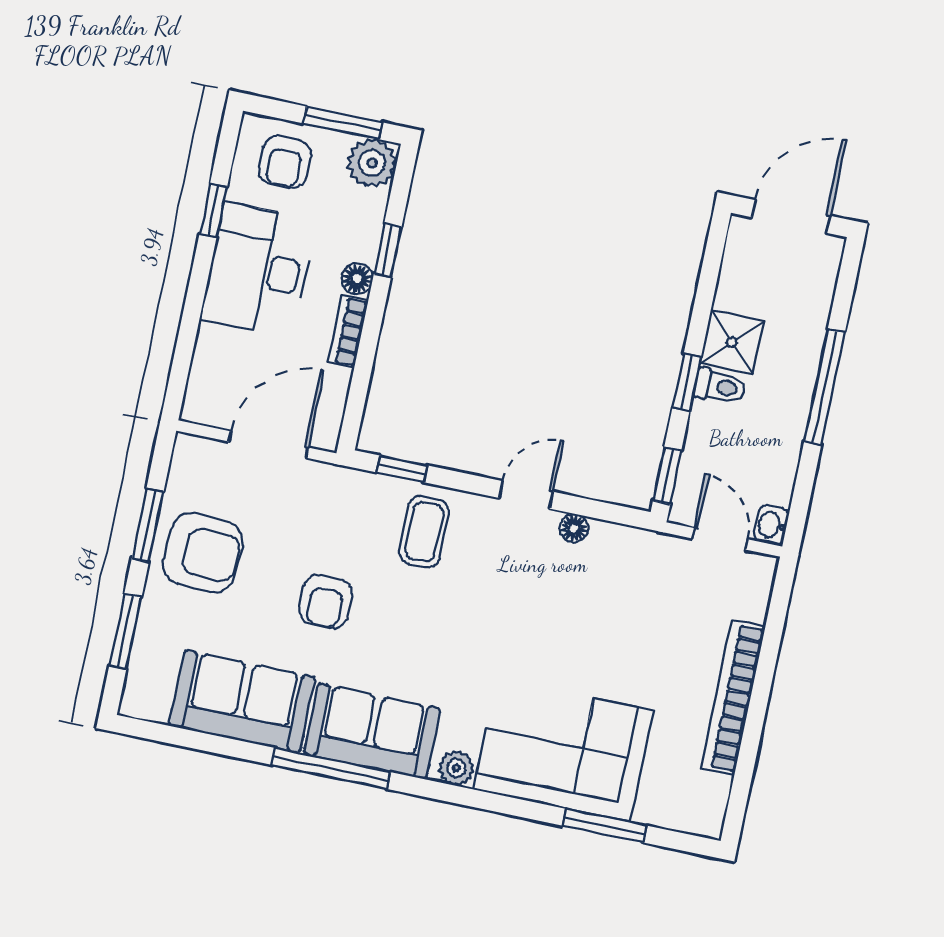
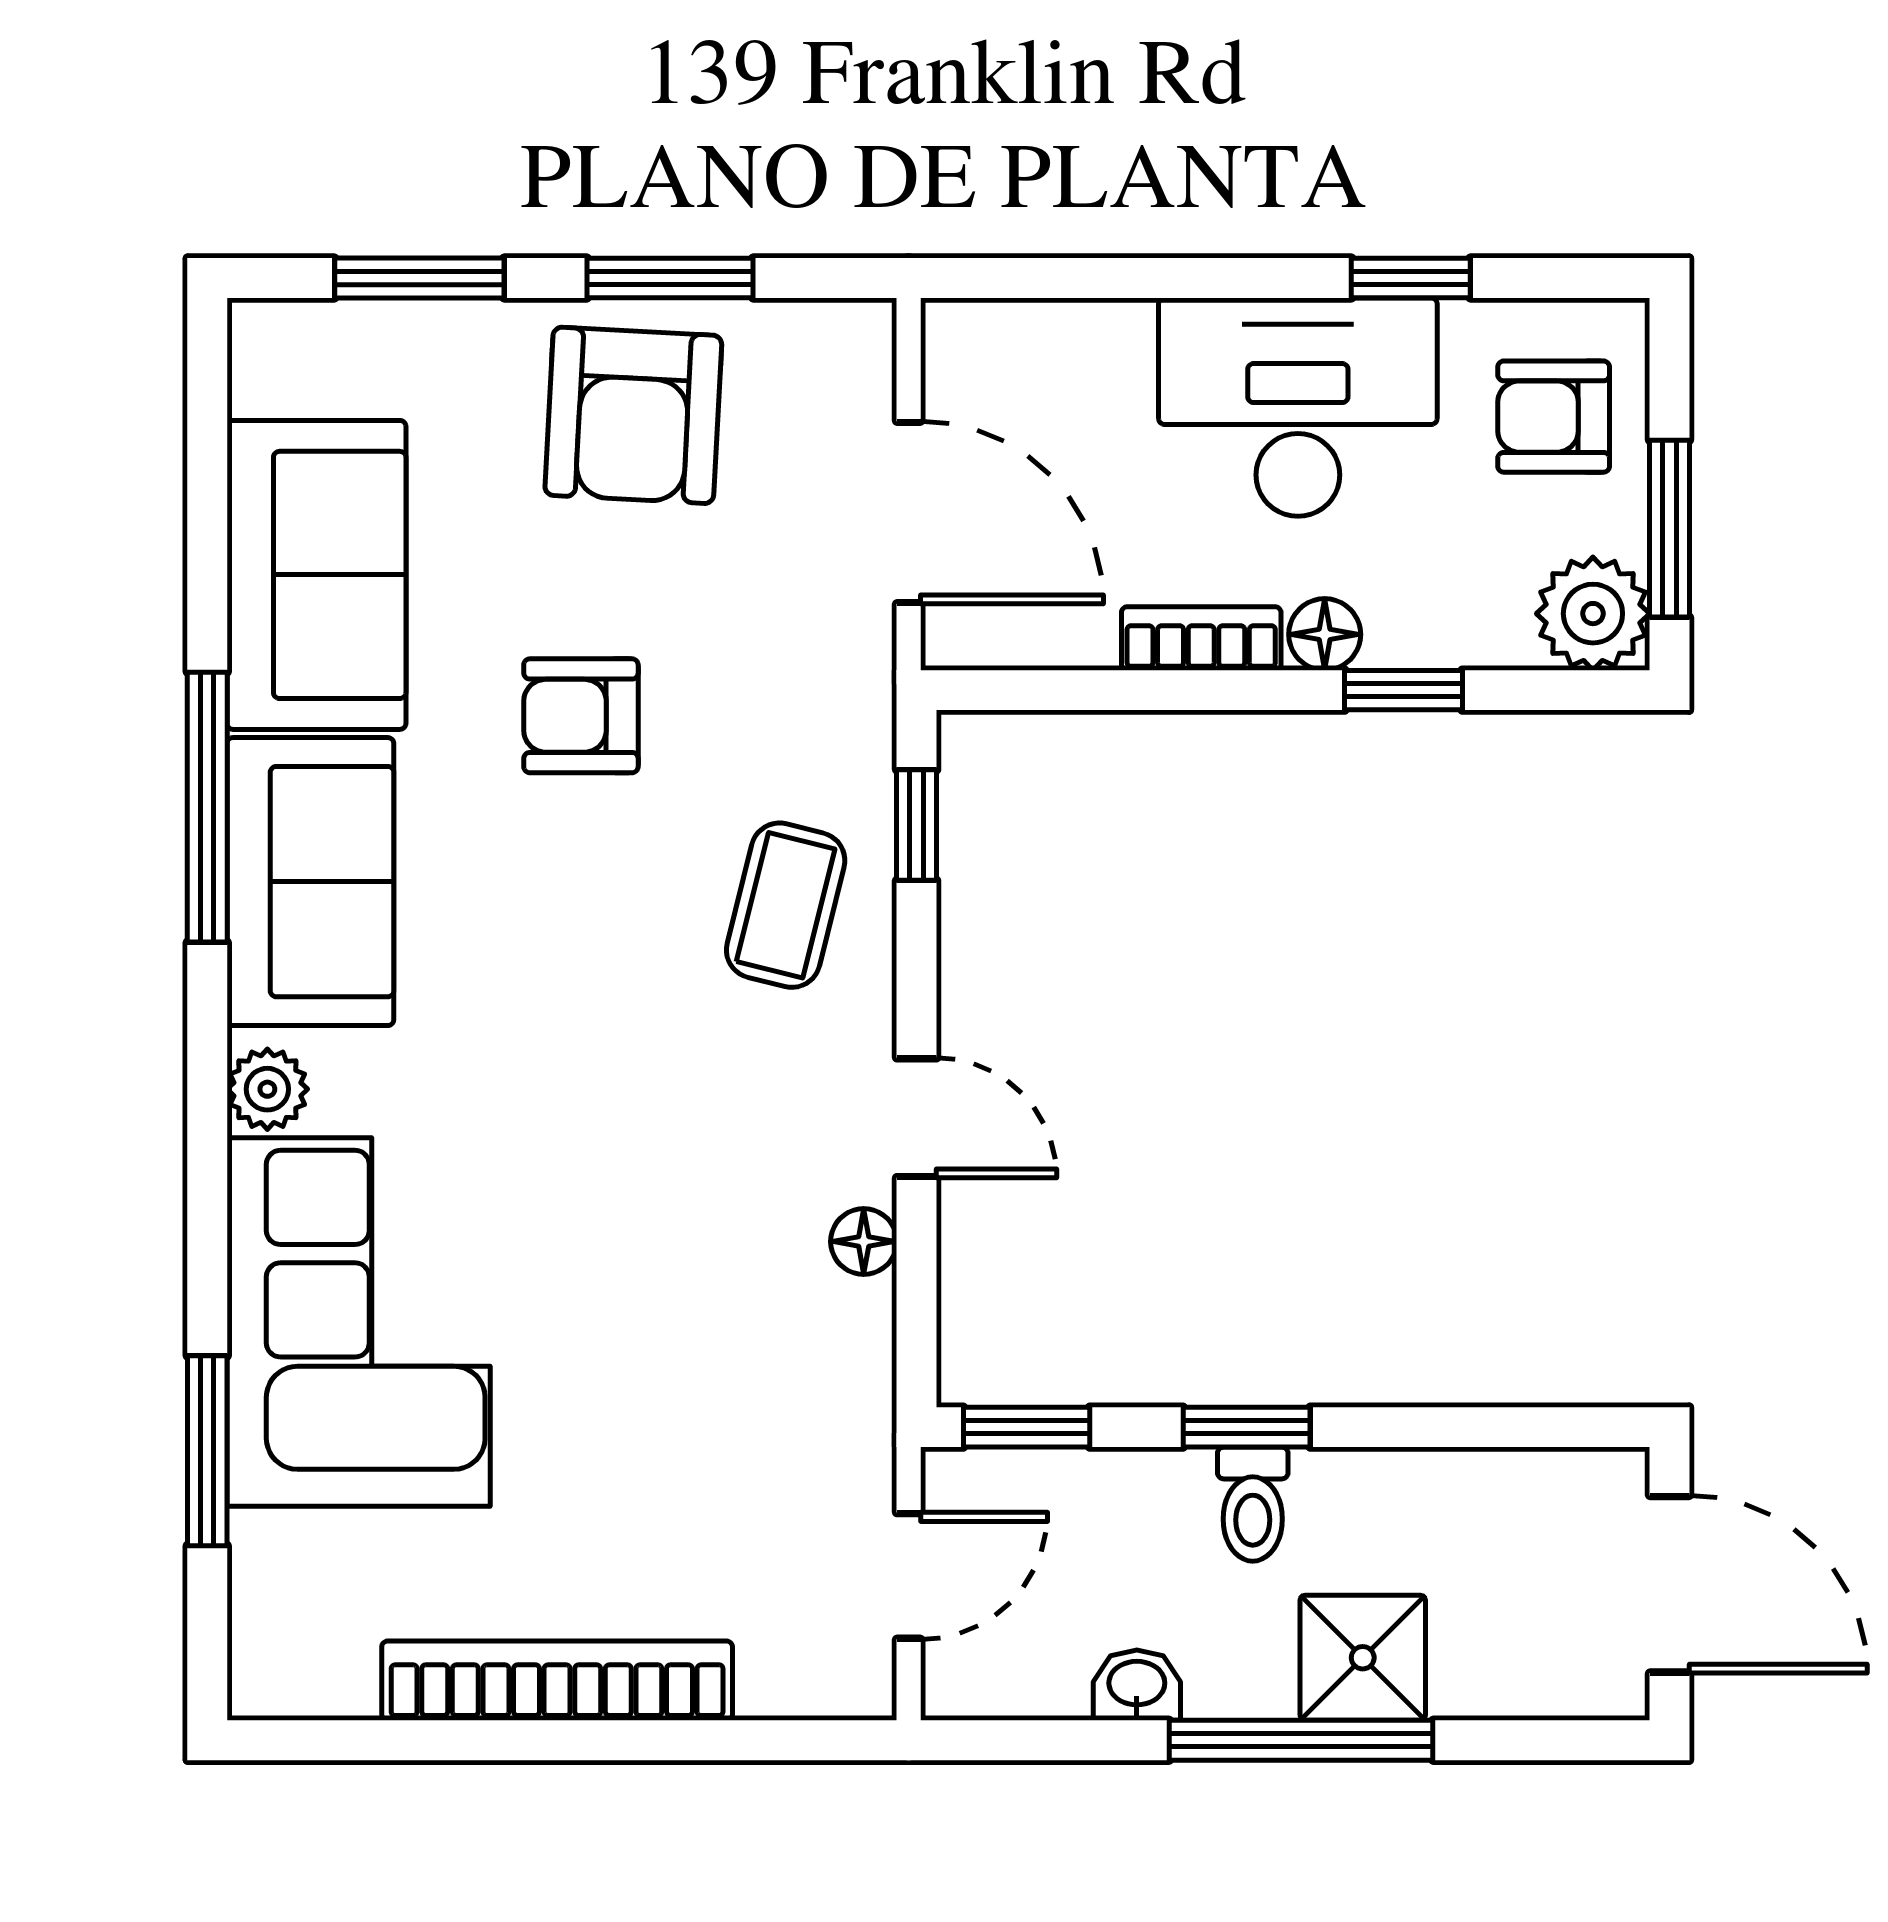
shower: (732, 342) -> (1363, 1658), moved
washbasin: (771, 525) -> (1137, 1685), moved
coffee table: (424, 532) -> (786, 905), turned -76

